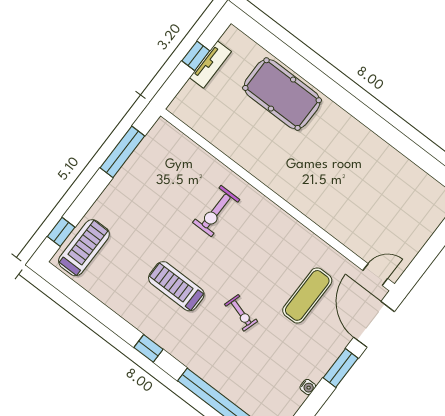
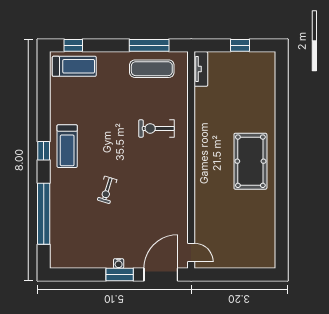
tv unit: (210, 65) -> (201, 69), moved, turned -90
pool table: (282, 94) -> (250, 161), moved
treadmill: (176, 286) -> (67, 146), moved, turned 180
exercise mat: (307, 295) -> (152, 69), moved
water cooler: (308, 387) -> (119, 264), moved

